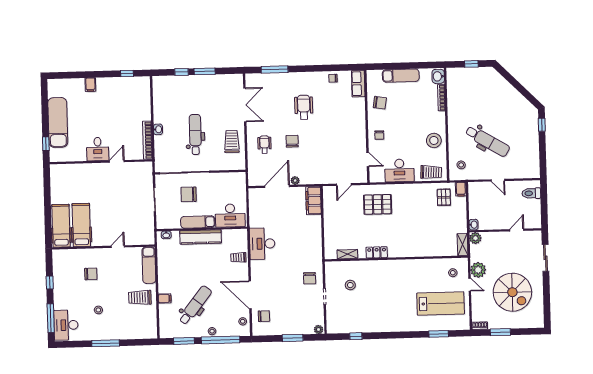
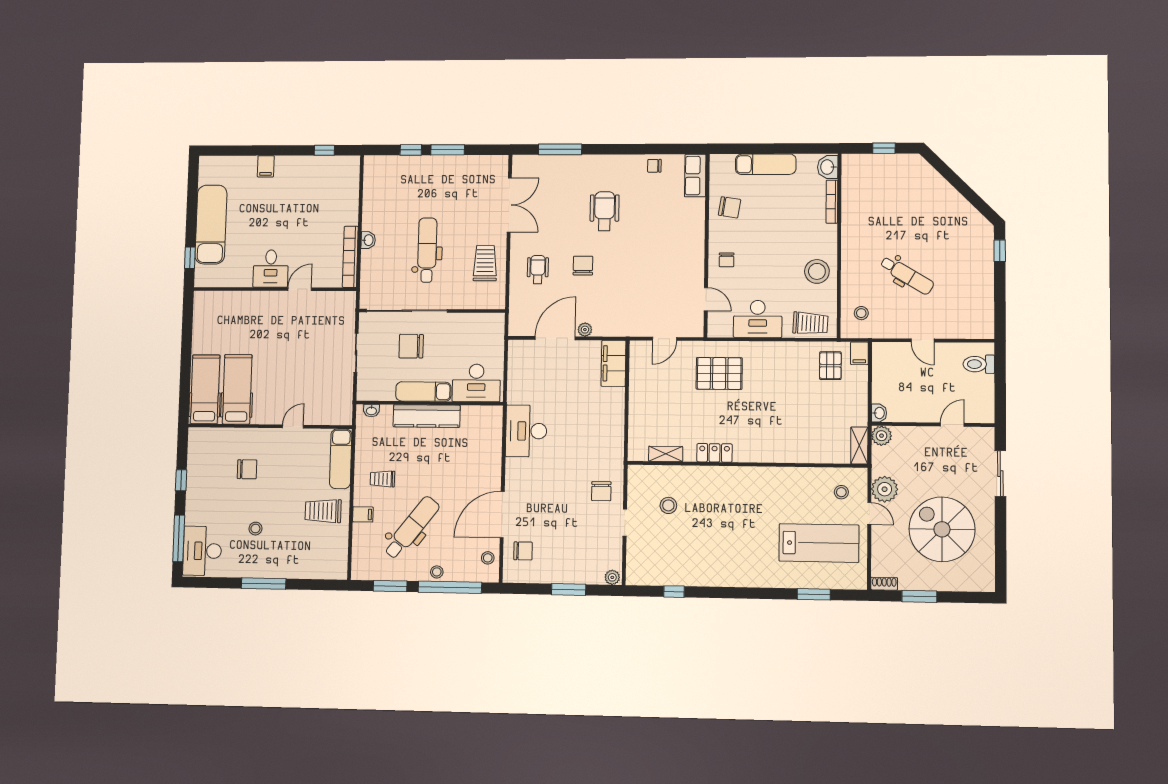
dental chair: (487, 141) -> (907, 275), width x0.73, depth x0.72
trolley: (238, 257) -> (382, 479), moved
spiral stairs: (512, 292) -> (942, 529), turned 180
door: (250, 295) -> (502, 515), hinge flipped

